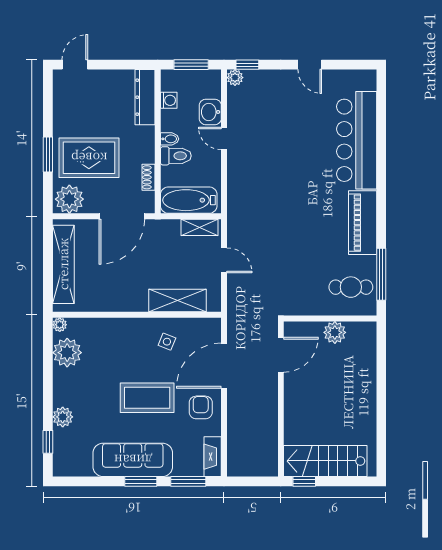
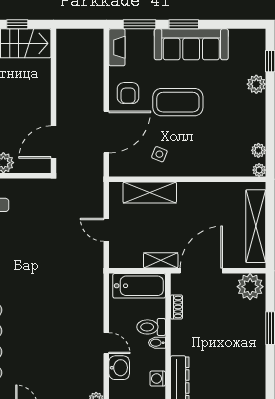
rug: (89, 158) -> (232, 325), removed
shelving: (199, 227) -> (161, 260), moved
plant: (67, 353) -> (258, 150), width x0.53, depth x0.53
window: (304, 481) -> (17, 24), moved

